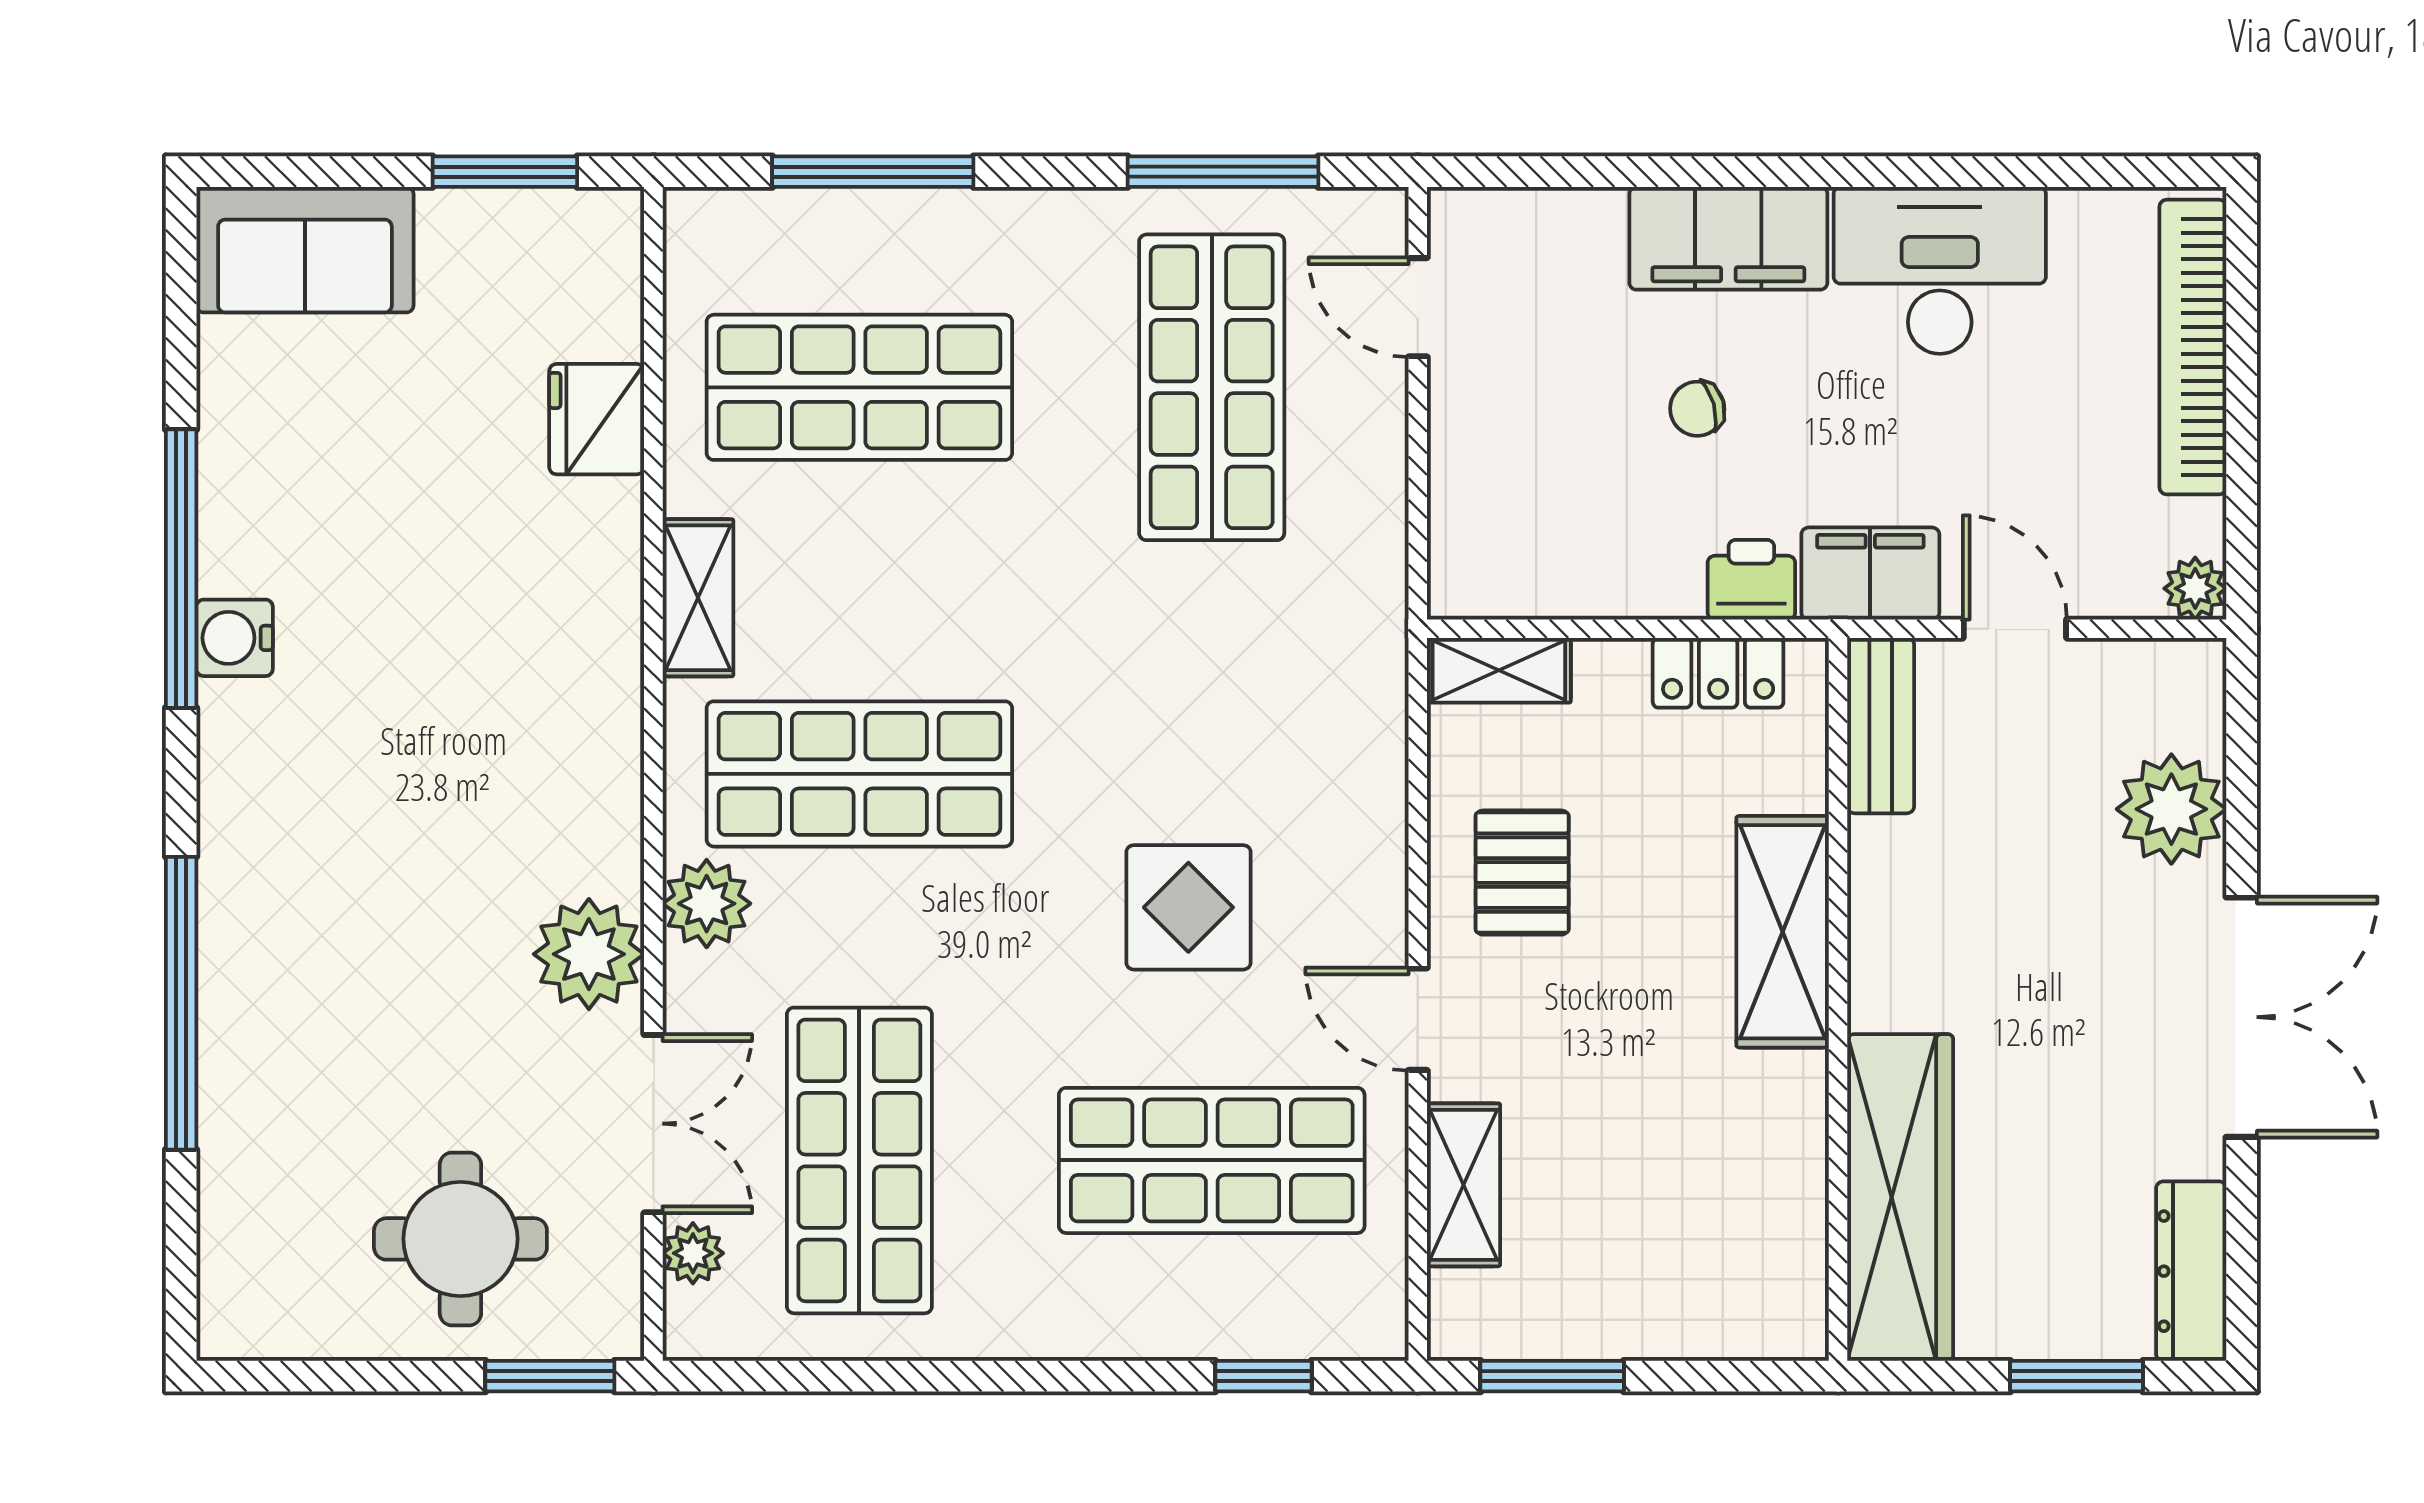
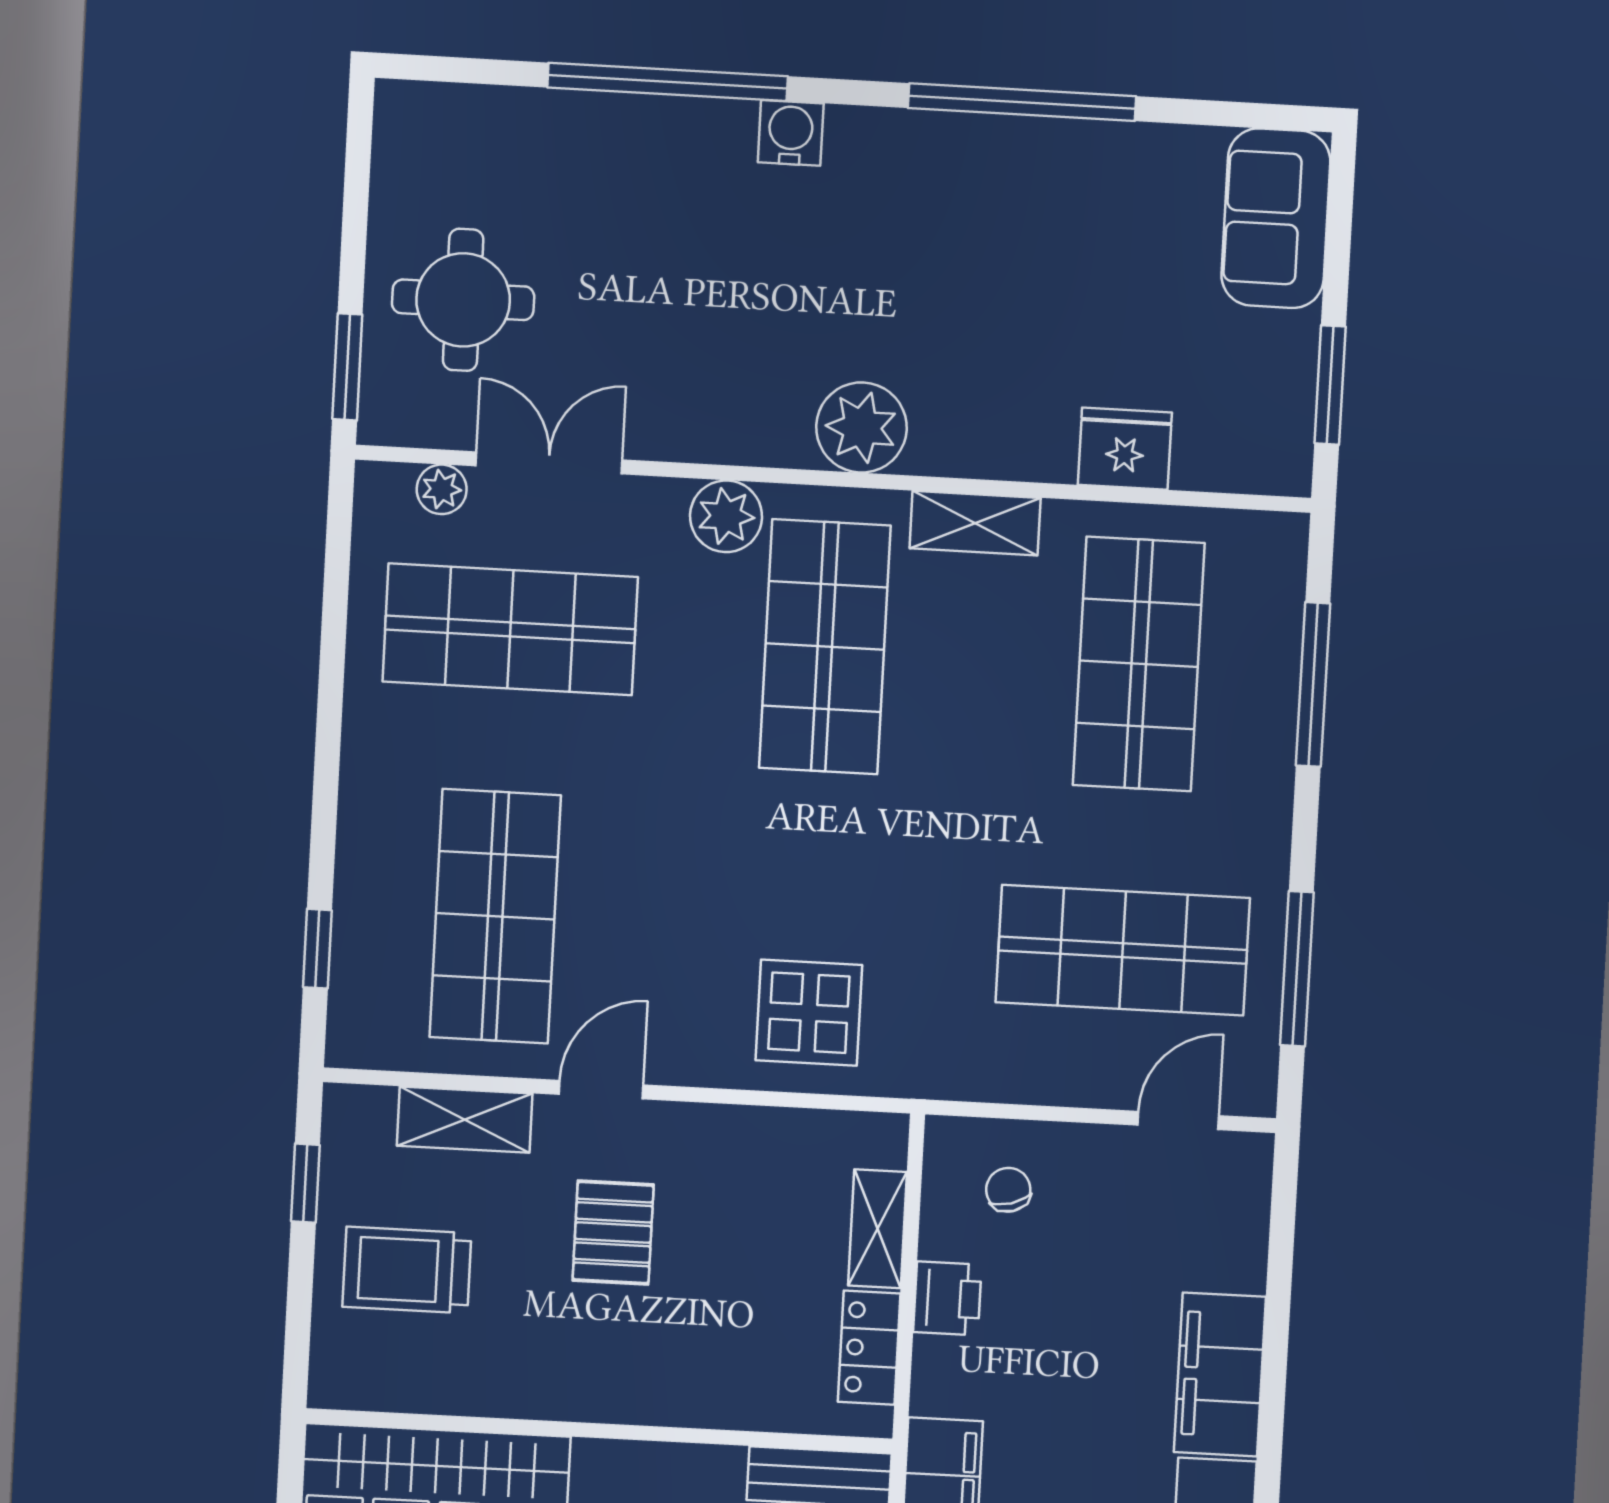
chair: (1697, 409) -> (1008, 1190), moved
printer: (1751, 580) -> (947, 1298), moved
water cooler: (235, 638) -> (791, 133), moved
shelving: (1499, 670) -> (878, 1229), moved
pallet: (1522, 873) -> (613, 1233), moved, turned 90
display table: (1188, 907) -> (809, 1013), moved
shelving: (1783, 932) -> (656, 1389), removed
plant: (589, 954) -> (861, 428), moved
double door: (653, 1124) -> (549, 463), swing flipped
trolley: (1652, 1246) -> (407, 1270), added
window: (1552, 1376) -> (305, 1183), width x0.67

